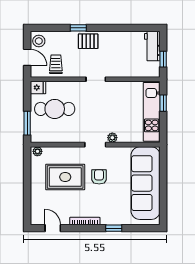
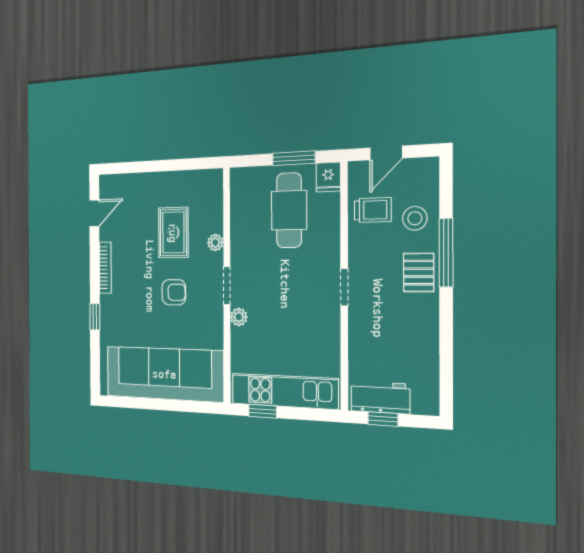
window: (78, 28) -> (446, 253), width x2.17
stool: (39, 41) -> (415, 218), moved
workbench: (152, 46) -> (380, 398), moved
window: (163, 103) -> (263, 411), moved
window: (27, 123) -> (294, 158), moved
plant: (37, 151) -> (215, 243), moved
rug: (65, 177) -> (173, 233), width x0.73, depth x0.70

